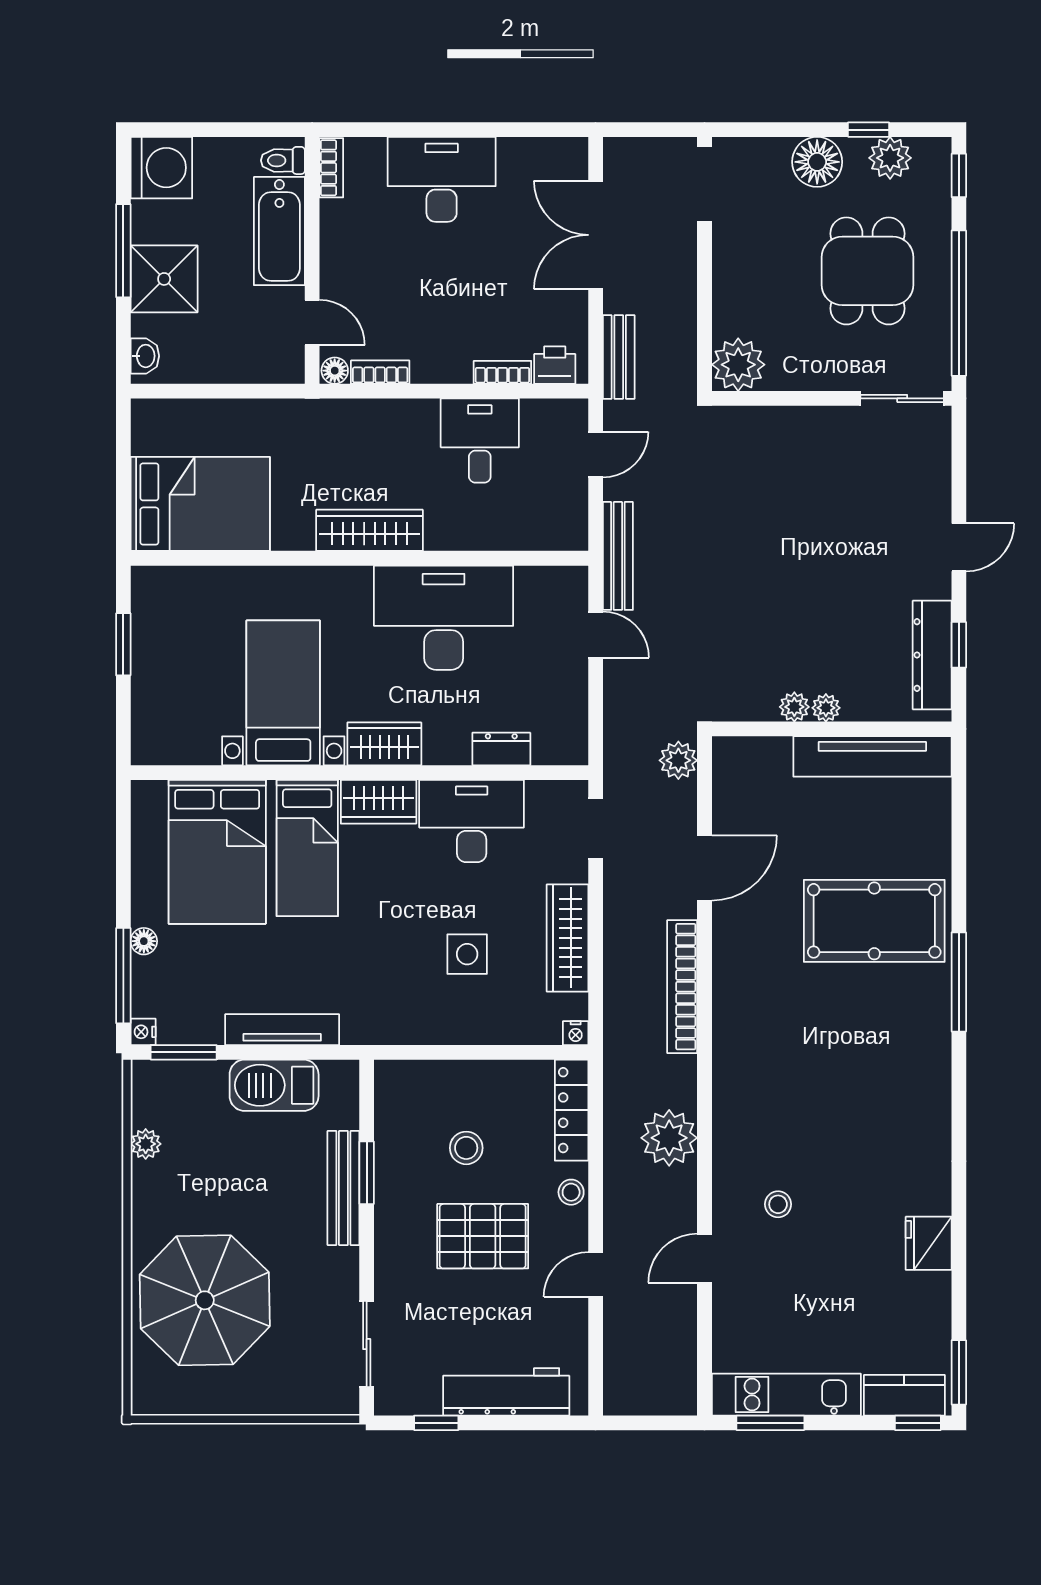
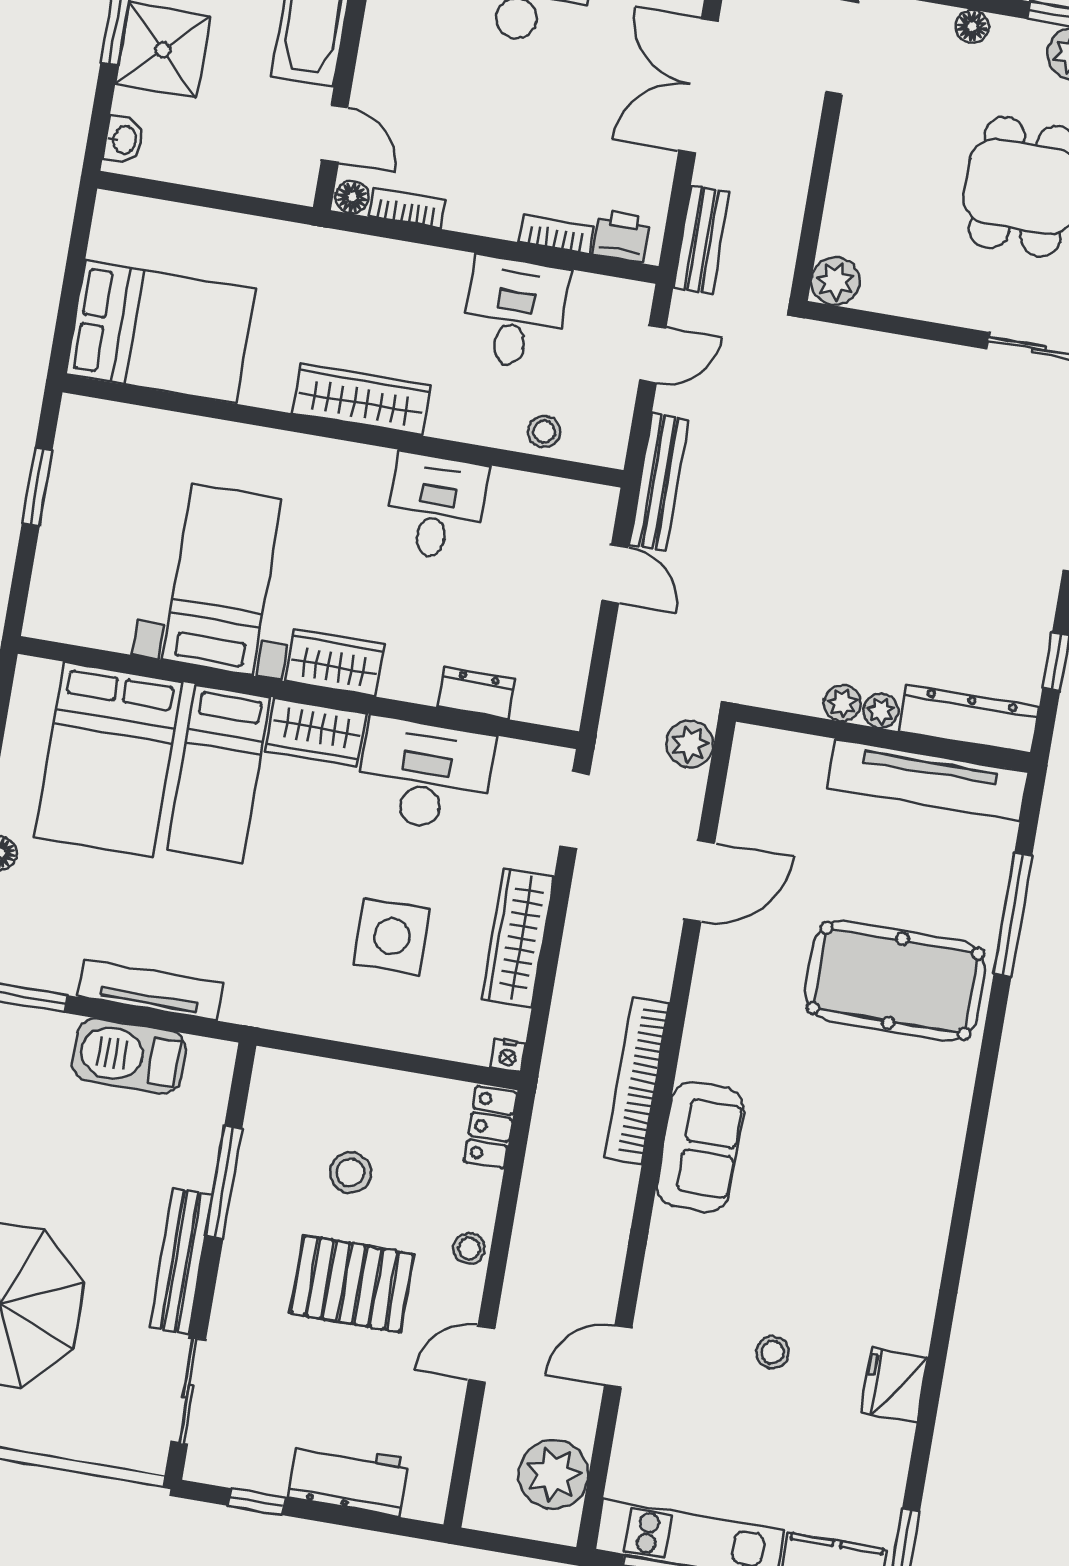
floor lamp: (817, 162) -> (972, 26), width x0.53, depth x0.53
plant: (738, 365) -> (835, 281), width x0.73, depth x0.73
stool: (520, 531) -> (544, 432), added
desk: (444, 618) -> (436, 506), width x0.53, depth x0.77
dresser: (932, 655) -> (969, 719), moved, turned 90
side table: (467, 954) -> (392, 936), width x1.37, depth x1.37
window: (959, 982) -> (1013, 915), moved
bookcase: (682, 987) -> (637, 1080), moved
sofa: (741, 1080) -> (700, 1147), added
locker: (572, 1110) -> (490, 1127), width x0.66
plant: (669, 1138) -> (554, 1474), moved
window: (367, 1173) -> (224, 1182), width x1.44
bench: (343, 1188) -> (181, 1261), moved
stool: (778, 1204) -> (773, 1352), moved
workbench: (506, 1392) -> (348, 1478), width x0.73

